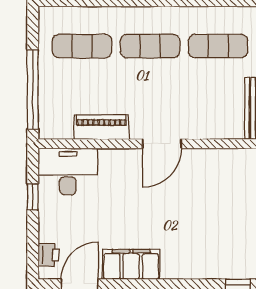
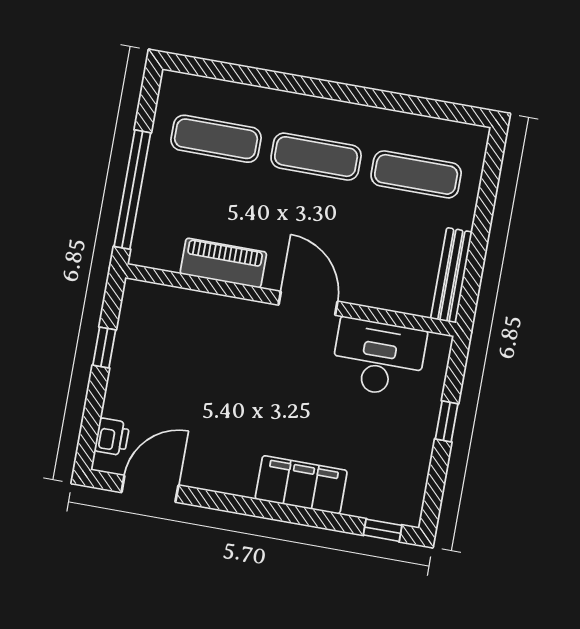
door: (162, 144) -> (308, 303), swing flipped
desk: (68, 171) -> (379, 358), moved
filing cabinet: (131, 264) -> (301, 485), moved

